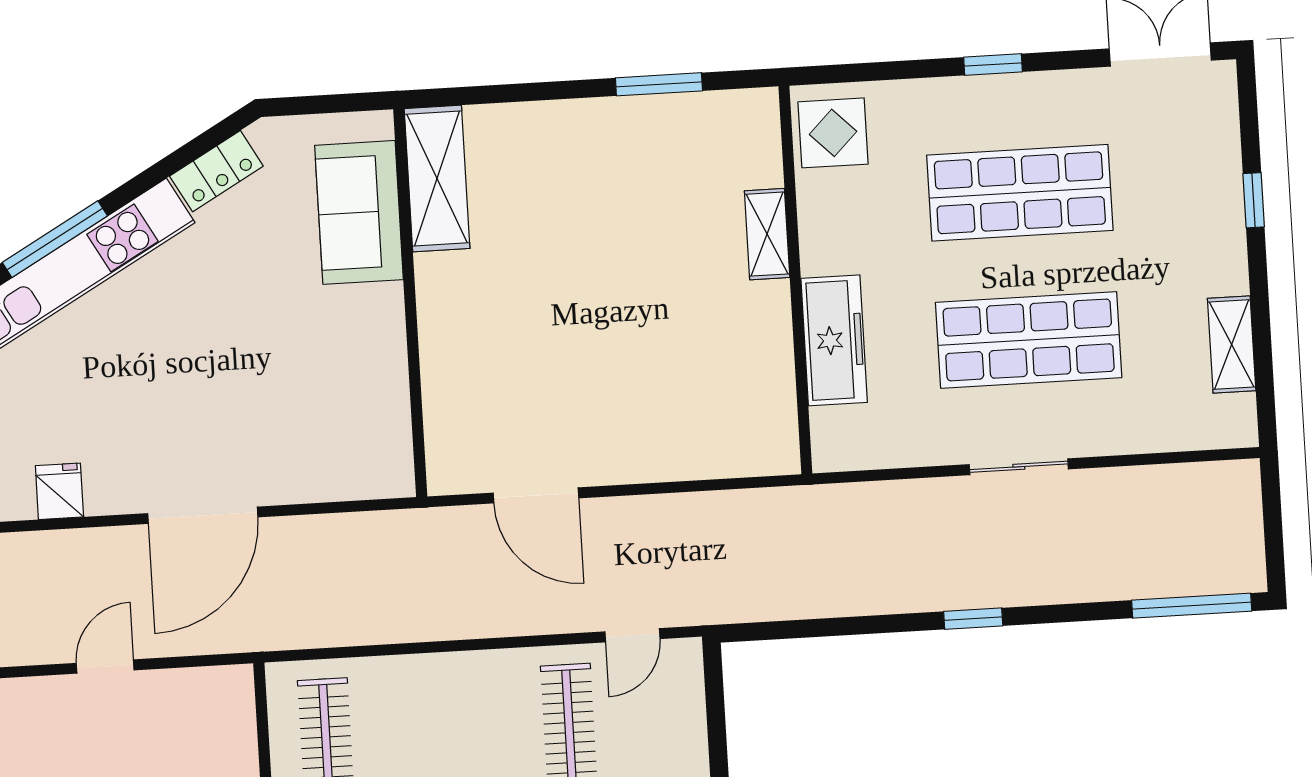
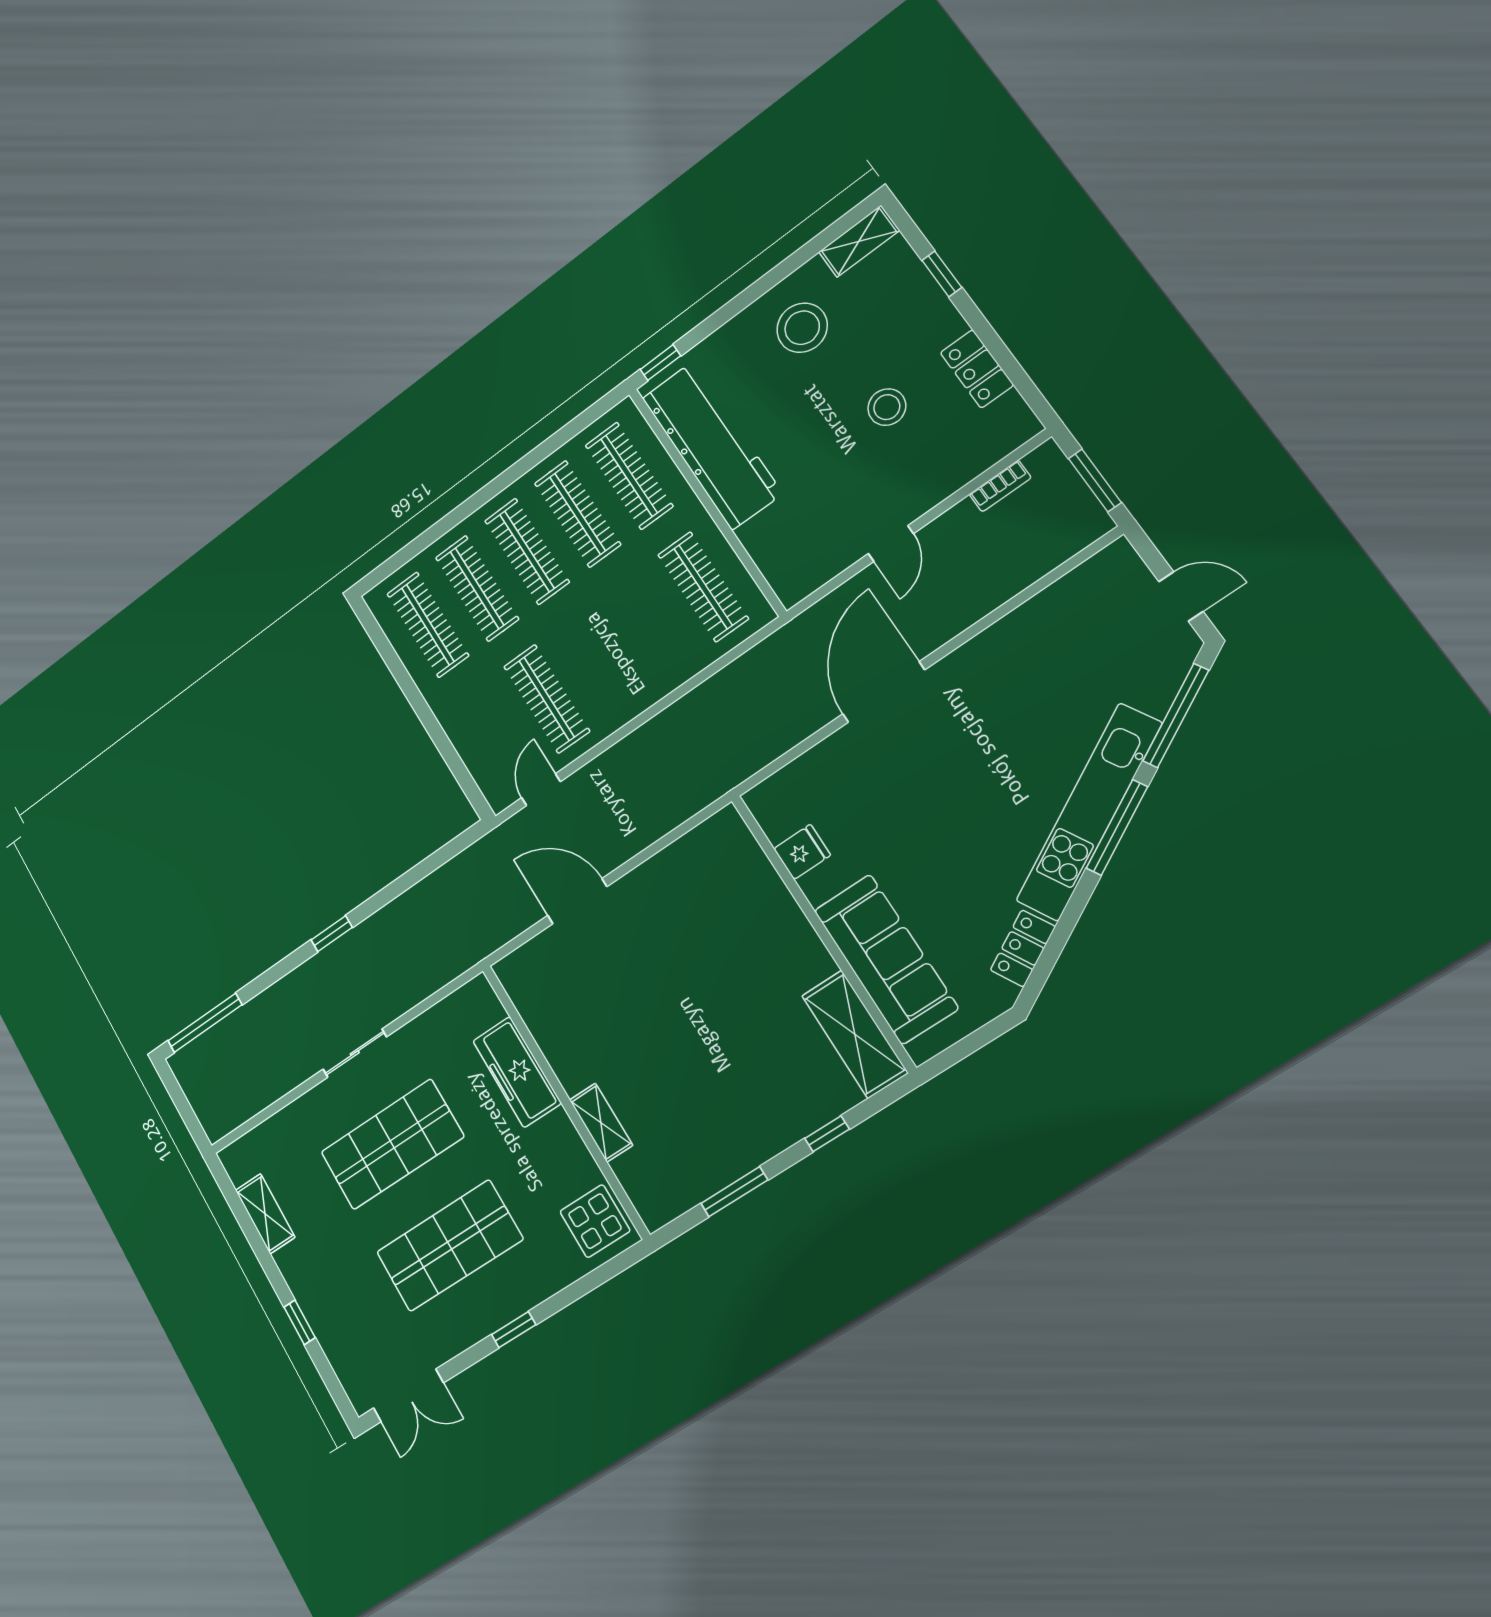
window: (525, 92) -> (827, 1134), added
sofa: (359, 212) -> (886, 959), width x1.36
fridge: (59, 491) -> (802, 852), moved, turned -90
door: (536, 495) -> (577, 901), moved

